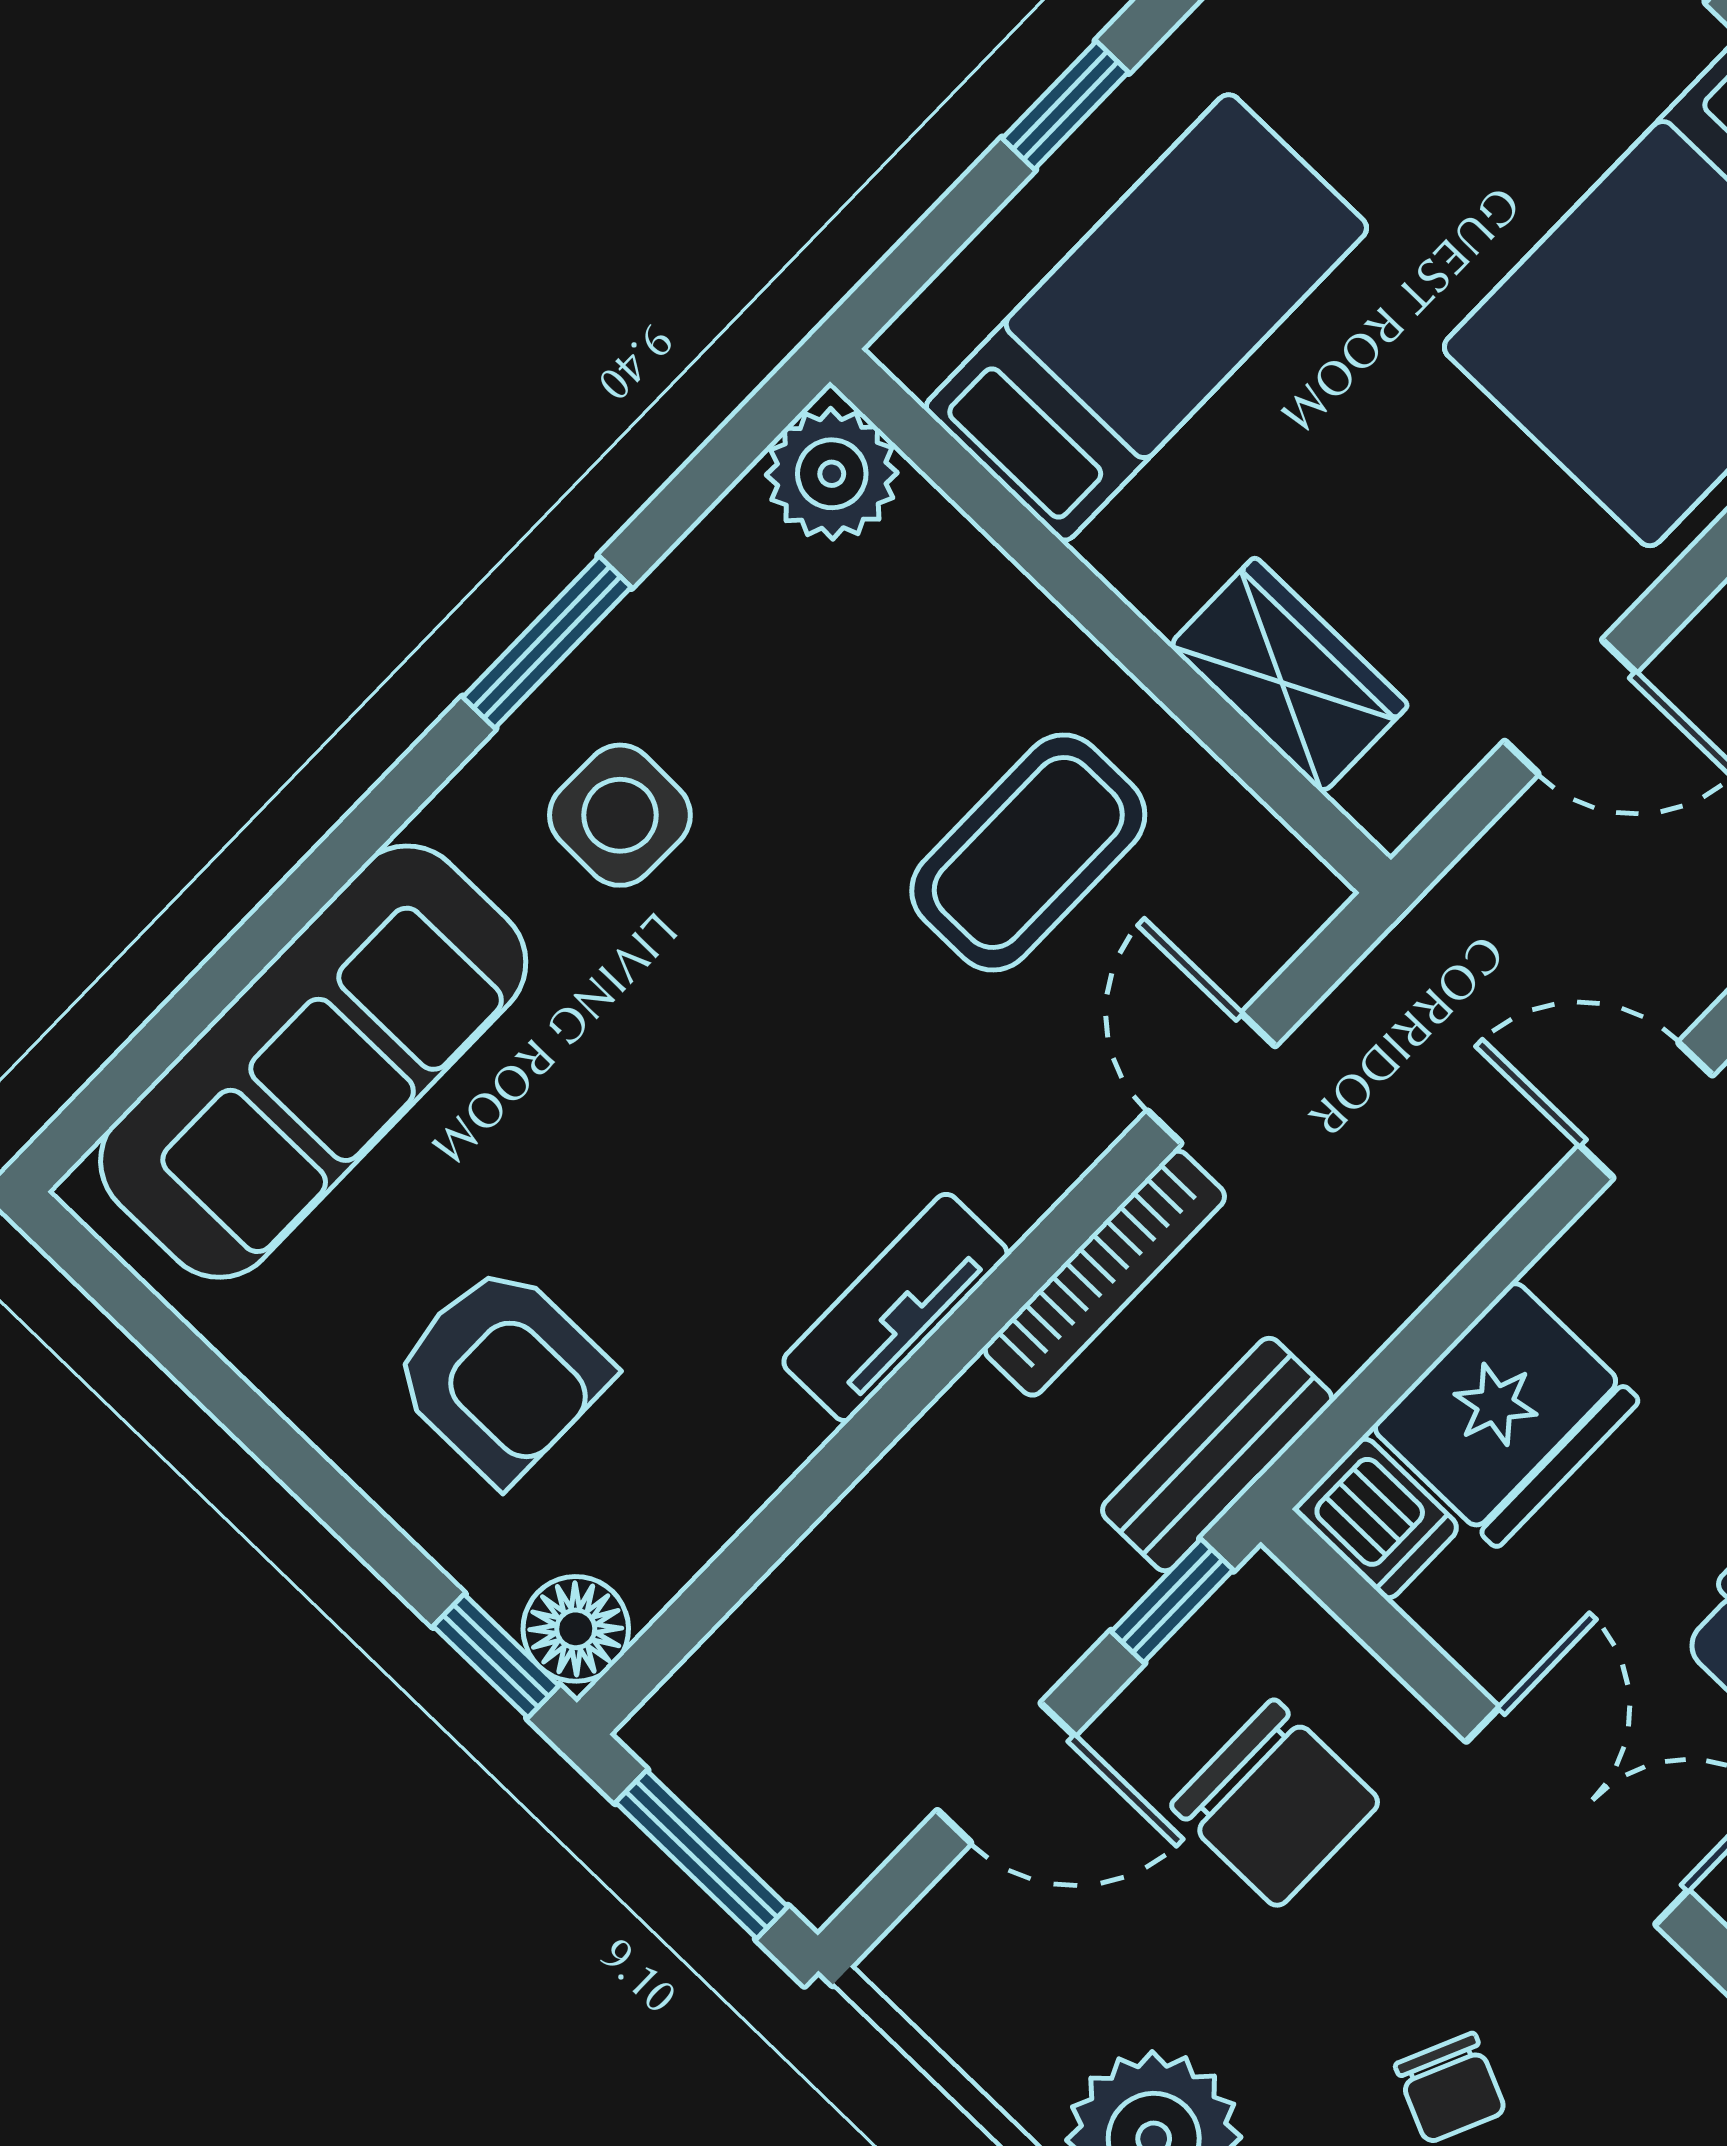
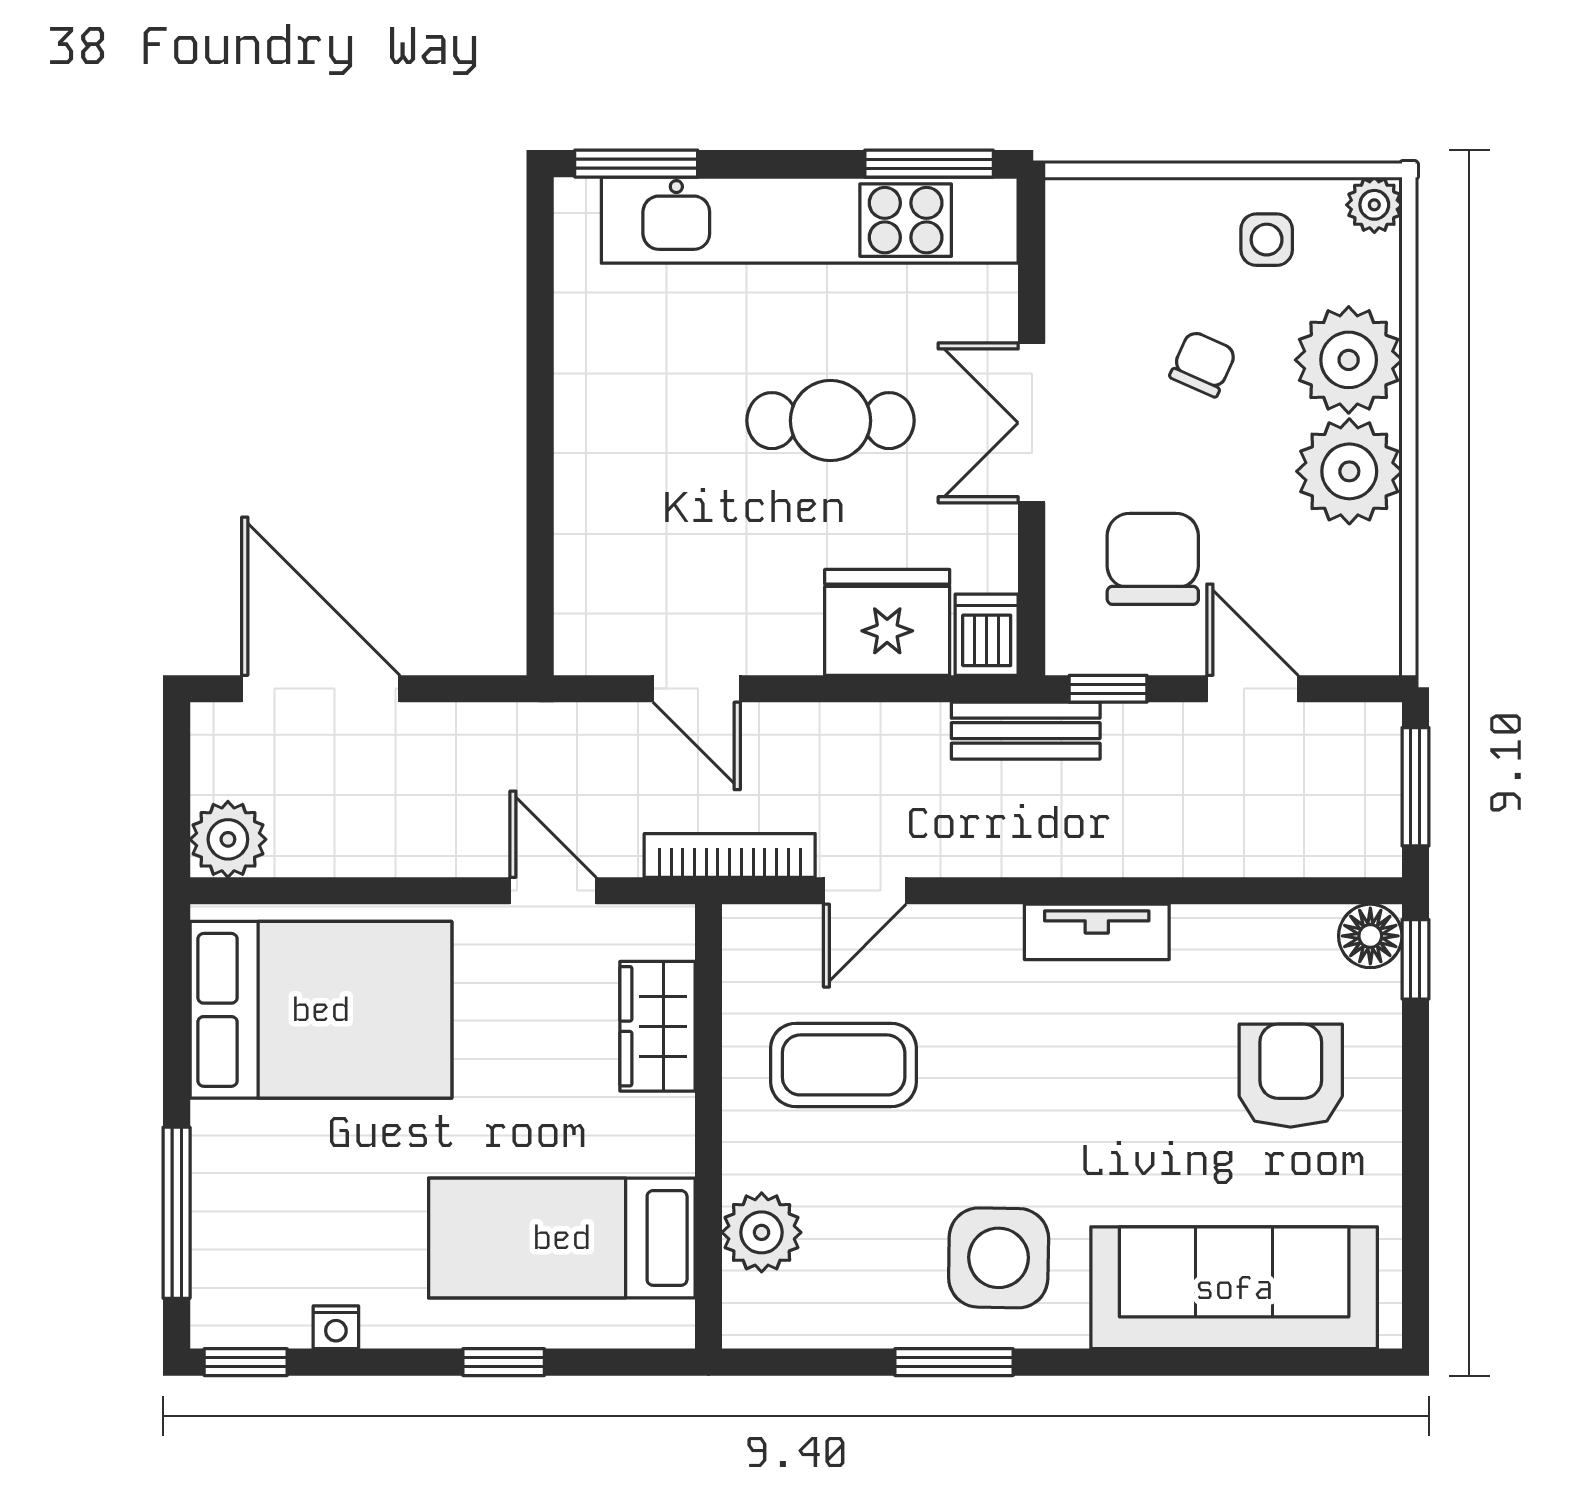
plant: (832, 474) -> (762, 1232), moved
side table: (620, 815) -> (999, 1258), width x1.37, depth x1.37
bookcase: (1105, 1273) -> (730, 855), moved

